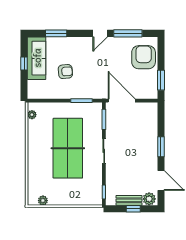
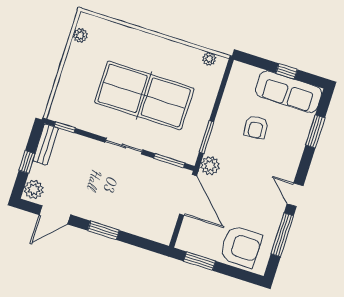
plant: (99, 93) -> (210, 166), added
door: (122, 101) -> (188, 195), hinge flipped
bench: (129, 200) -> (46, 144), moved

